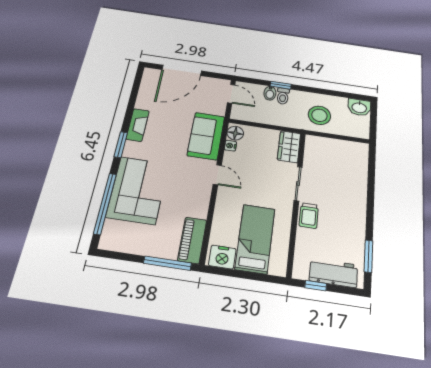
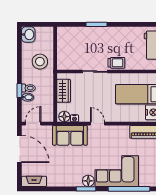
door: (182, 70) -> (19, 149), moved
fireplace: (138, 125) -> (34, 181), moved
wardrobe: (289, 147) -> (64, 91), moved, turned -90
floor lamp: (132, 149) -> (88, 181), added
door: (217, 175) -> (97, 124), hinge flipped
window: (368, 256) -> (96, 24), moved

